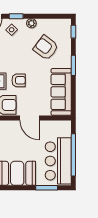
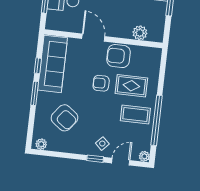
plant: (31, 23) -> (41, 144), moved
window: (73, 32) -> (38, 66), moved

